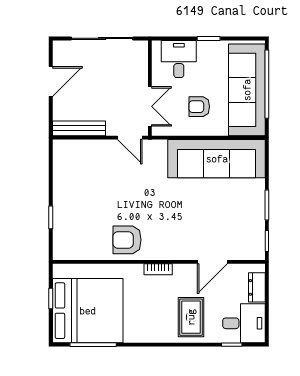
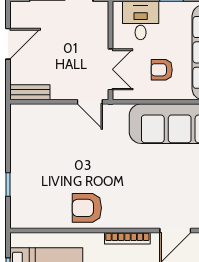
bench: (79, 128) -> (30, 92), width x0.73
bookcase: (158, 269) -> (127, 238), width x1.56

